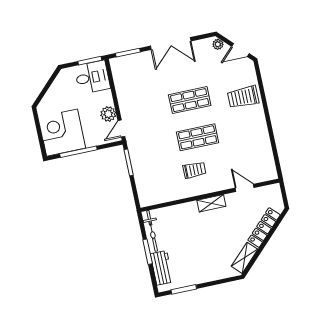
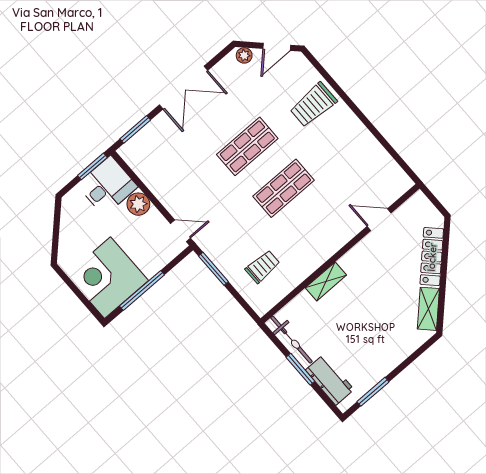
plant: (108, 114) -> (138, 204), moved
door: (121, 129) -> (180, 231), swing flipped
trolley: (194, 170) -> (263, 267), moved
shelving: (211, 203) -> (326, 281), moved

